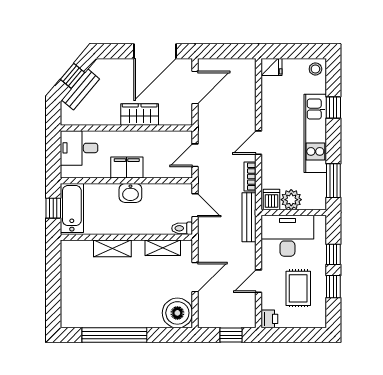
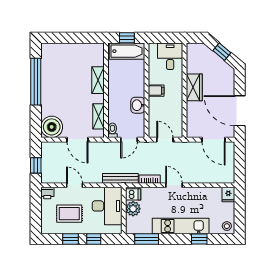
bench: (81, 89) -> (212, 57), removed
wardrobe: (140, 114) -> (194, 87), moved
filing cabinet: (127, 168) -> (156, 91), width x0.50
washbasin: (130, 193) -> (138, 105), moved

